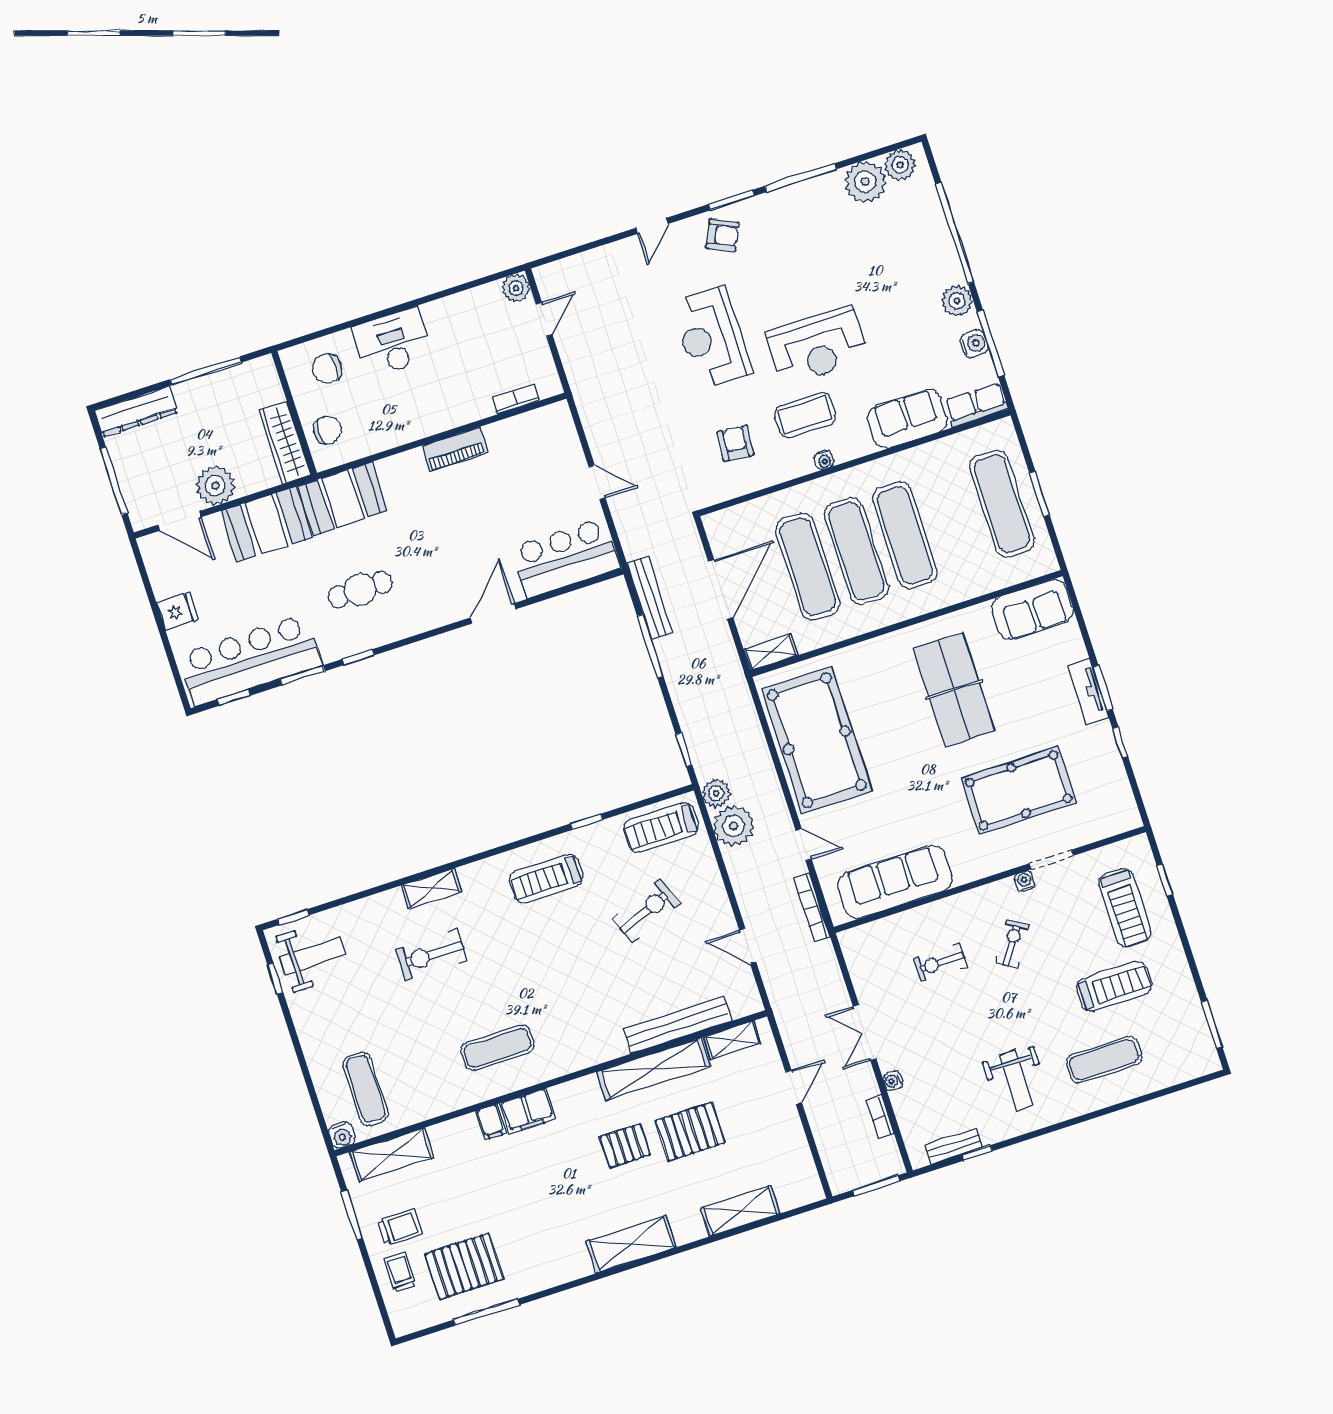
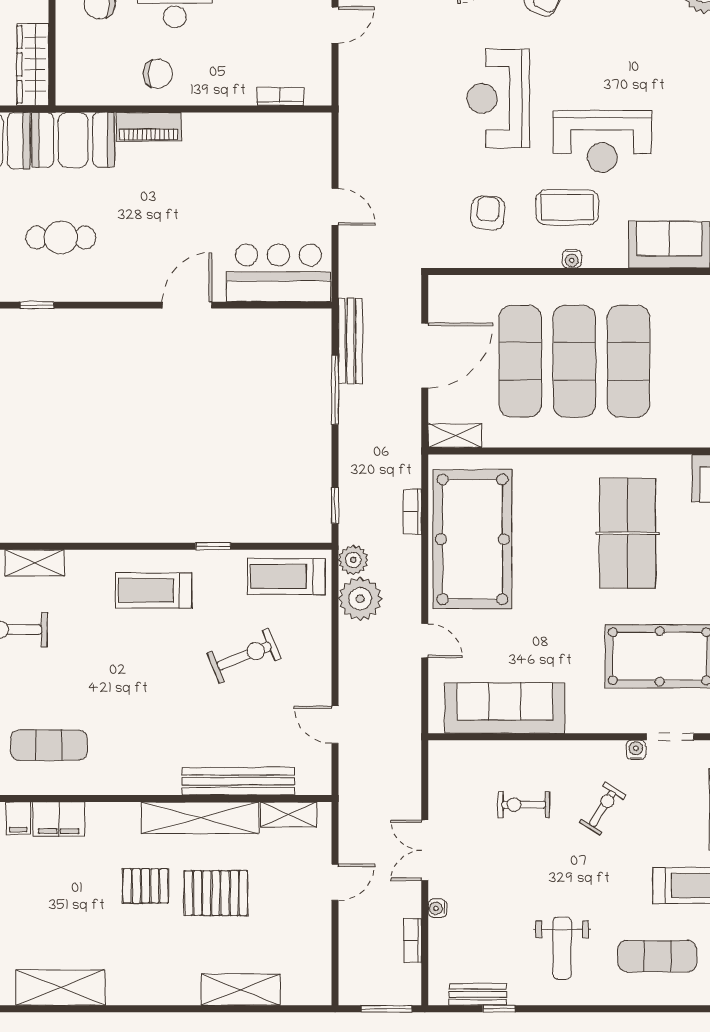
chair: (327, 430) -> (158, 74), moved
piano: (455, 449) -> (149, 127), moved
bookcase: (812, 907) -> (412, 512), moved, width x0.64
shelving: (631, 1244) -> (60, 988), moved

